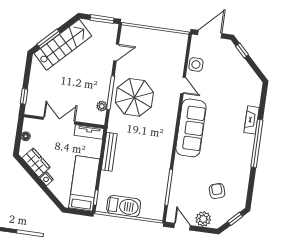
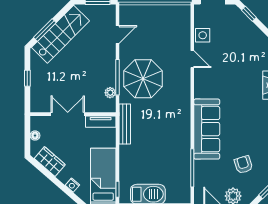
window: (24, 96) -> (27, 78), moved
sofa: (191, 128) -> (207, 129), moved
bench: (109, 152) -> (125, 124), moved
nightstand: (47, 179) -> (72, 185), moved

